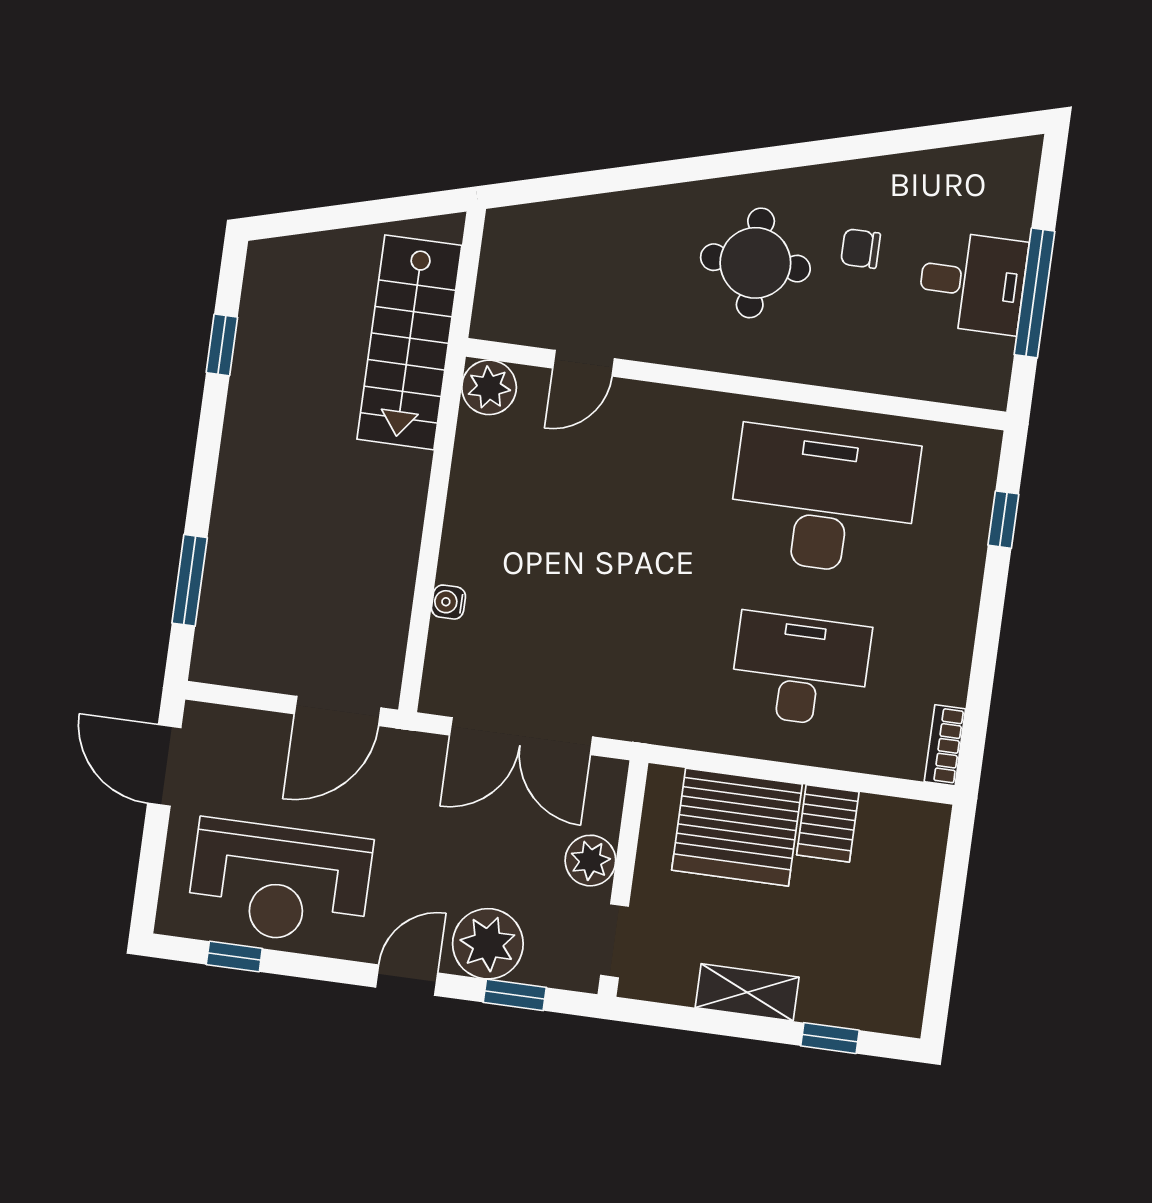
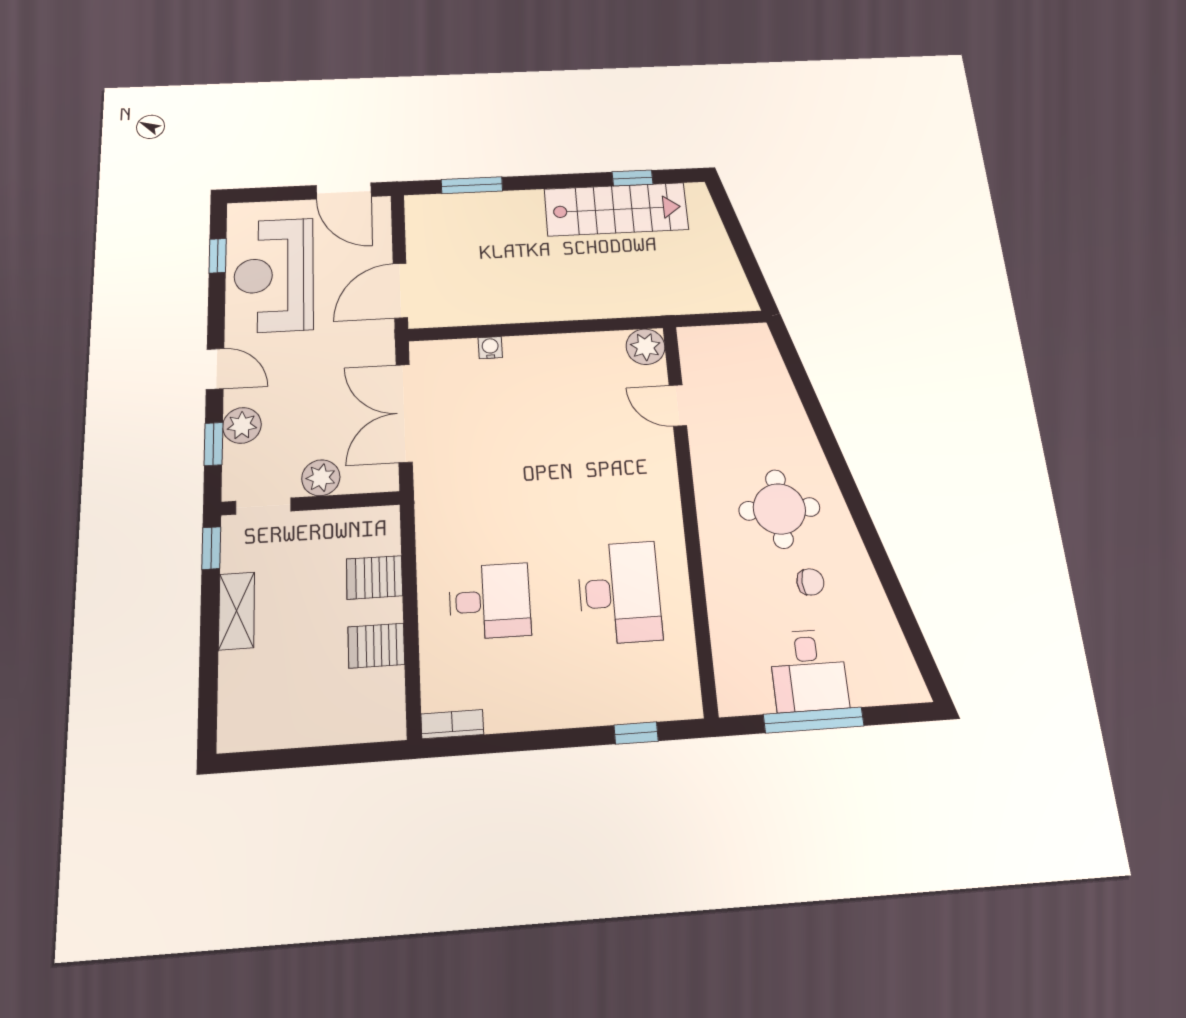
chair: (861, 249) -> (810, 582), turned 90
stairs: (409, 342) -> (616, 209), moved, turned 180
desk: (824, 501) -> (619, 593), width x0.73, depth x0.77
desk: (800, 670) -> (490, 601), width x0.73
door: (338, 711) -> (400, 291), hinge flipped
door: (164, 765) -> (344, 191), swing flipped
server rack: (737, 827) -> (374, 577), width x0.46, depth x0.70
plant: (488, 944) -> (242, 425), width x0.73, depth x0.73
window: (830, 1038) -> (211, 548), moved

